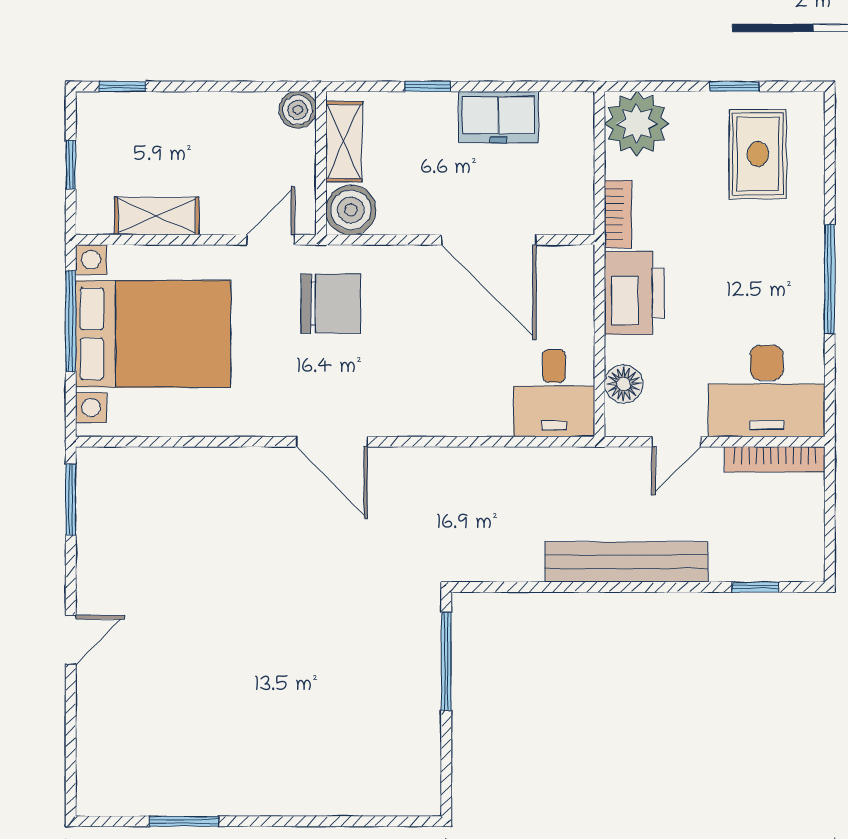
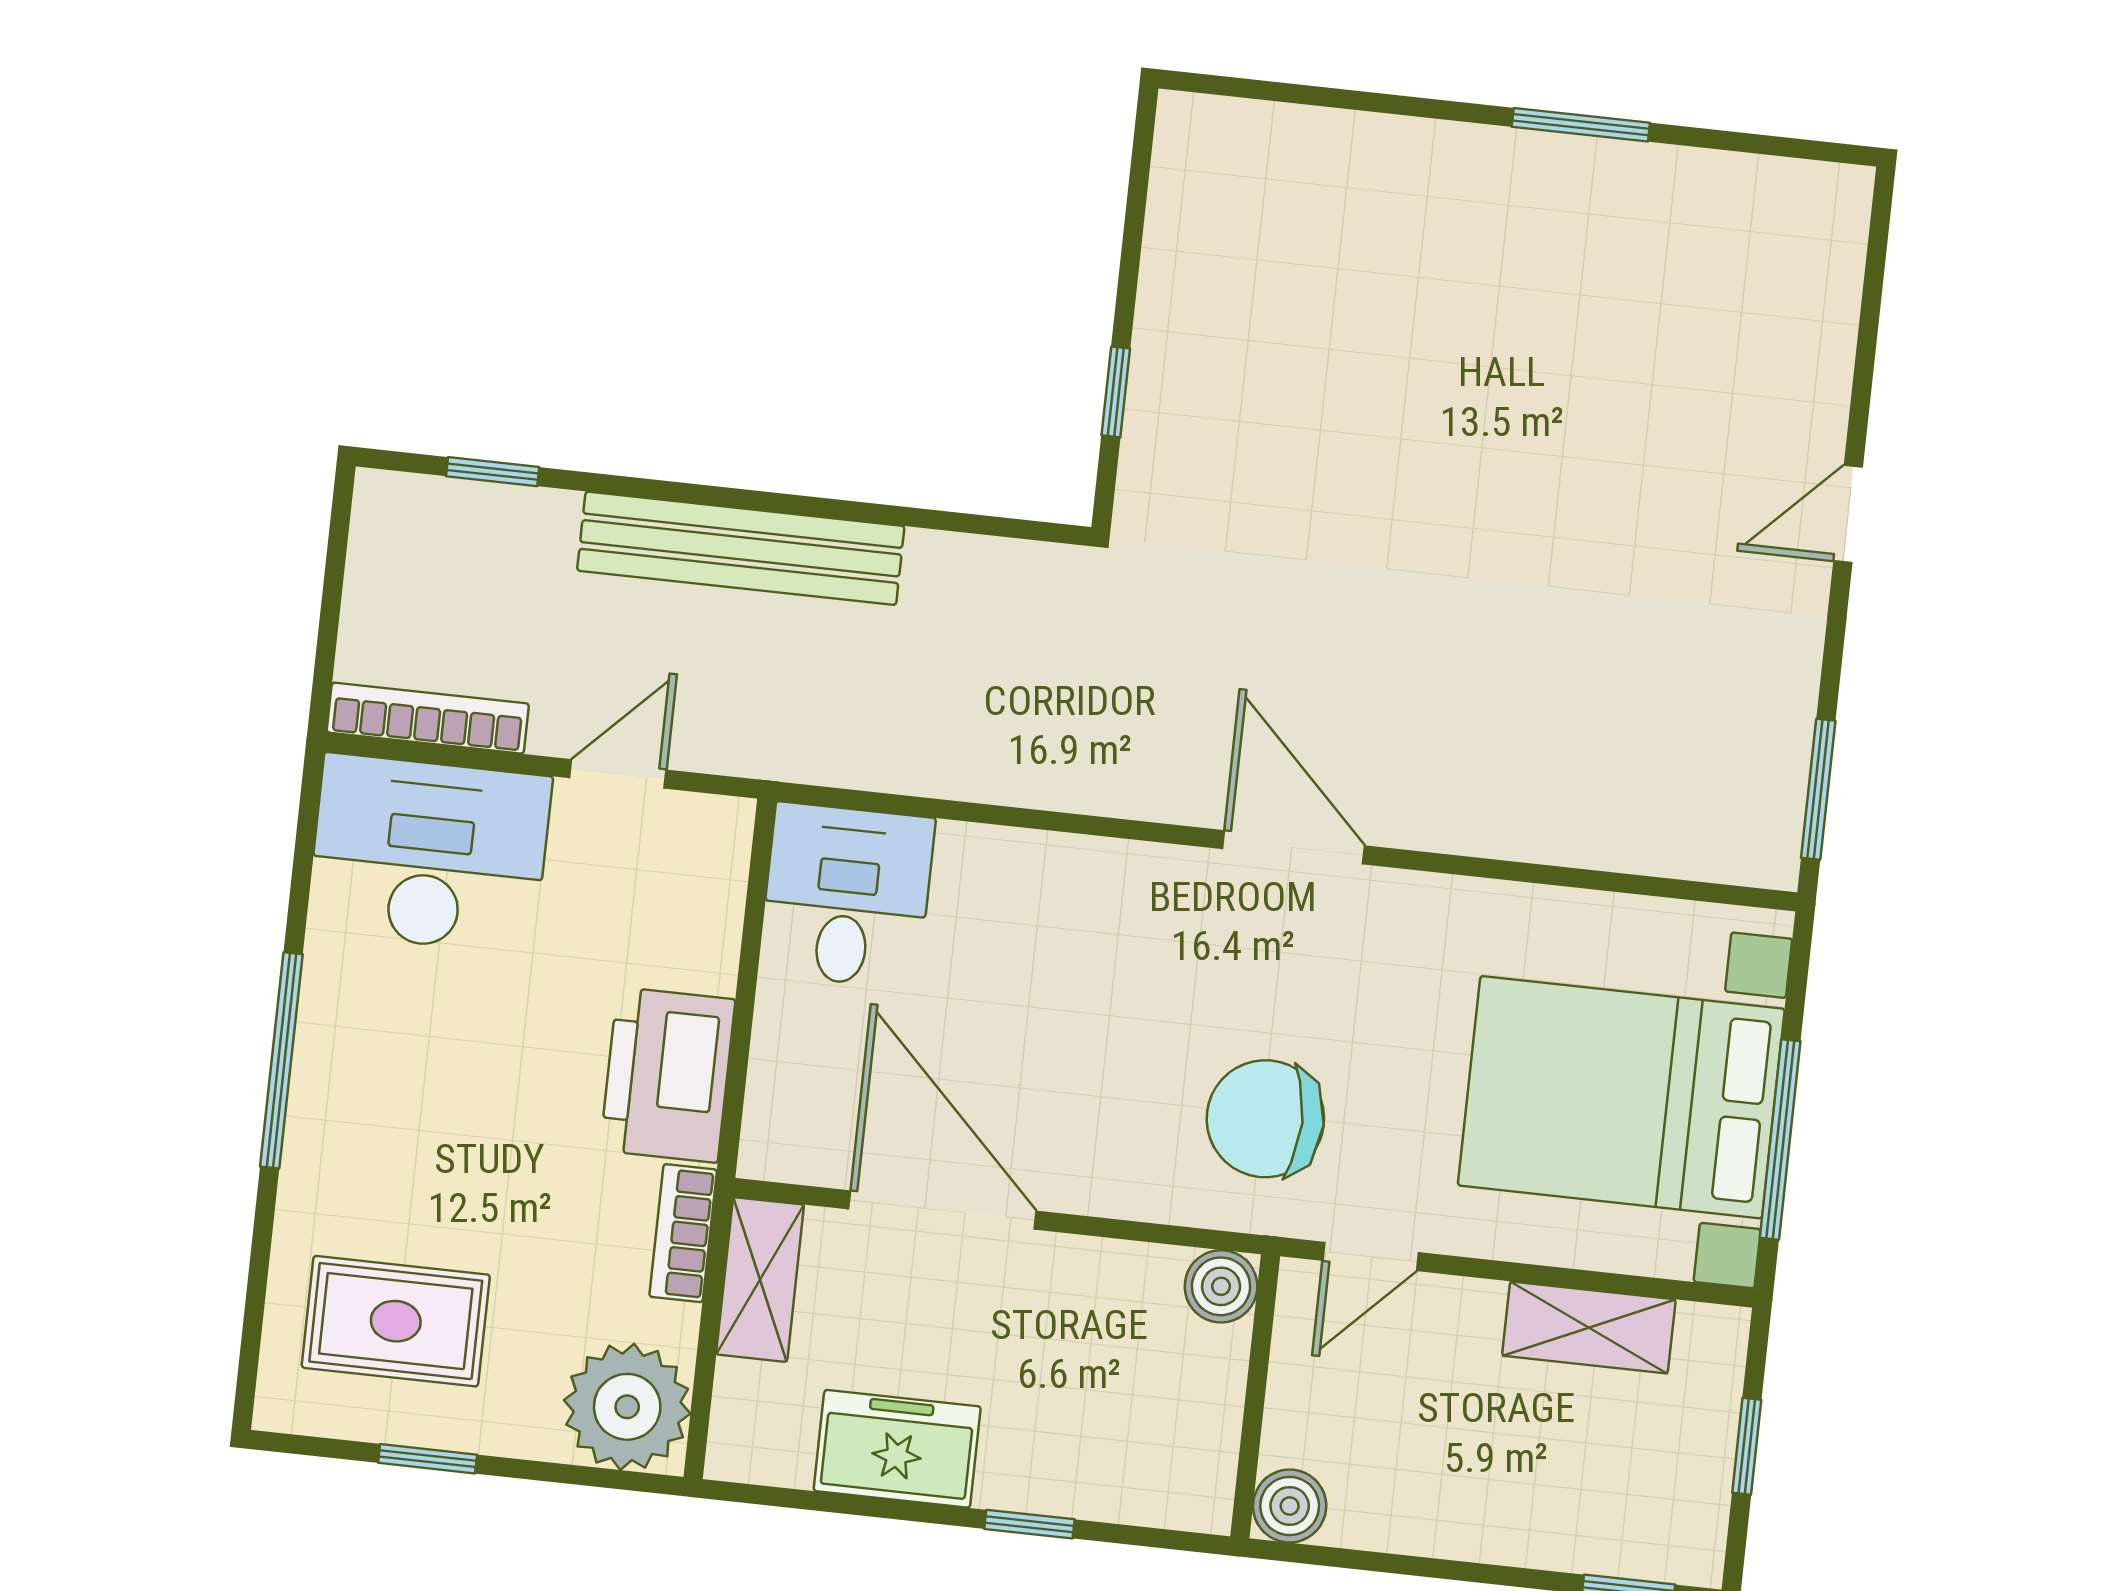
shelving: (344, 142) -> (760, 1280), moved
rug: (758, 154) -> (396, 1321), turned 90
boiler: (351, 210) -> (1221, 1286), width x0.73, depth x0.73
floor lamp: (624, 384) -> (708, 898), removed
window: (446, 661) -> (1116, 392), width x0.46
window: (184, 821) -> (1581, 125), moved

